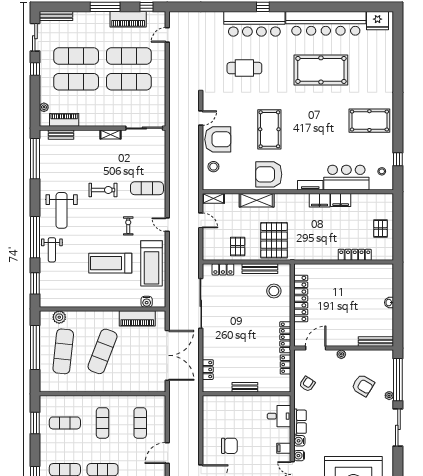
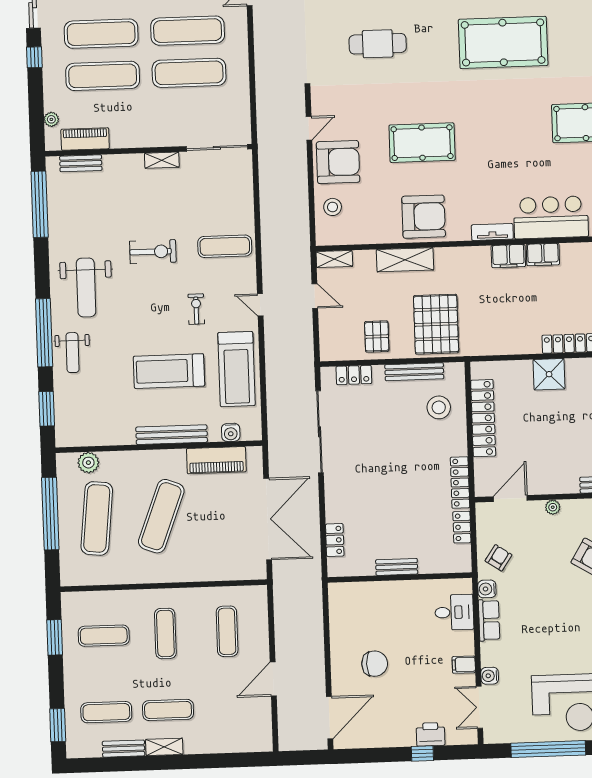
pool table: (269, 129) -> (422, 143), turned 90
armchair: (269, 174) -> (424, 217), turned 180
shower: (342, 273) -> (549, 374), added
bench: (111, 302) -> (172, 435), added
water cooler: (299, 441) -> (487, 589), moved

